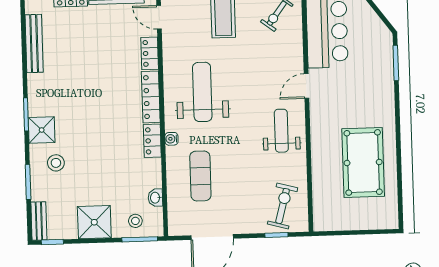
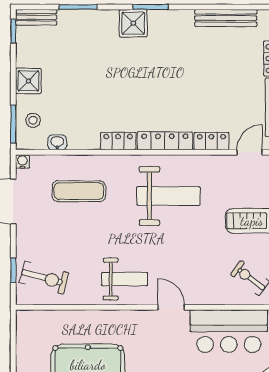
water cooler: (171, 139) -> (22, 161), moved
stool: (56, 163) -> (98, 37), removed
shower: (94, 222) -> (28, 81), width x0.73, depth x0.73

